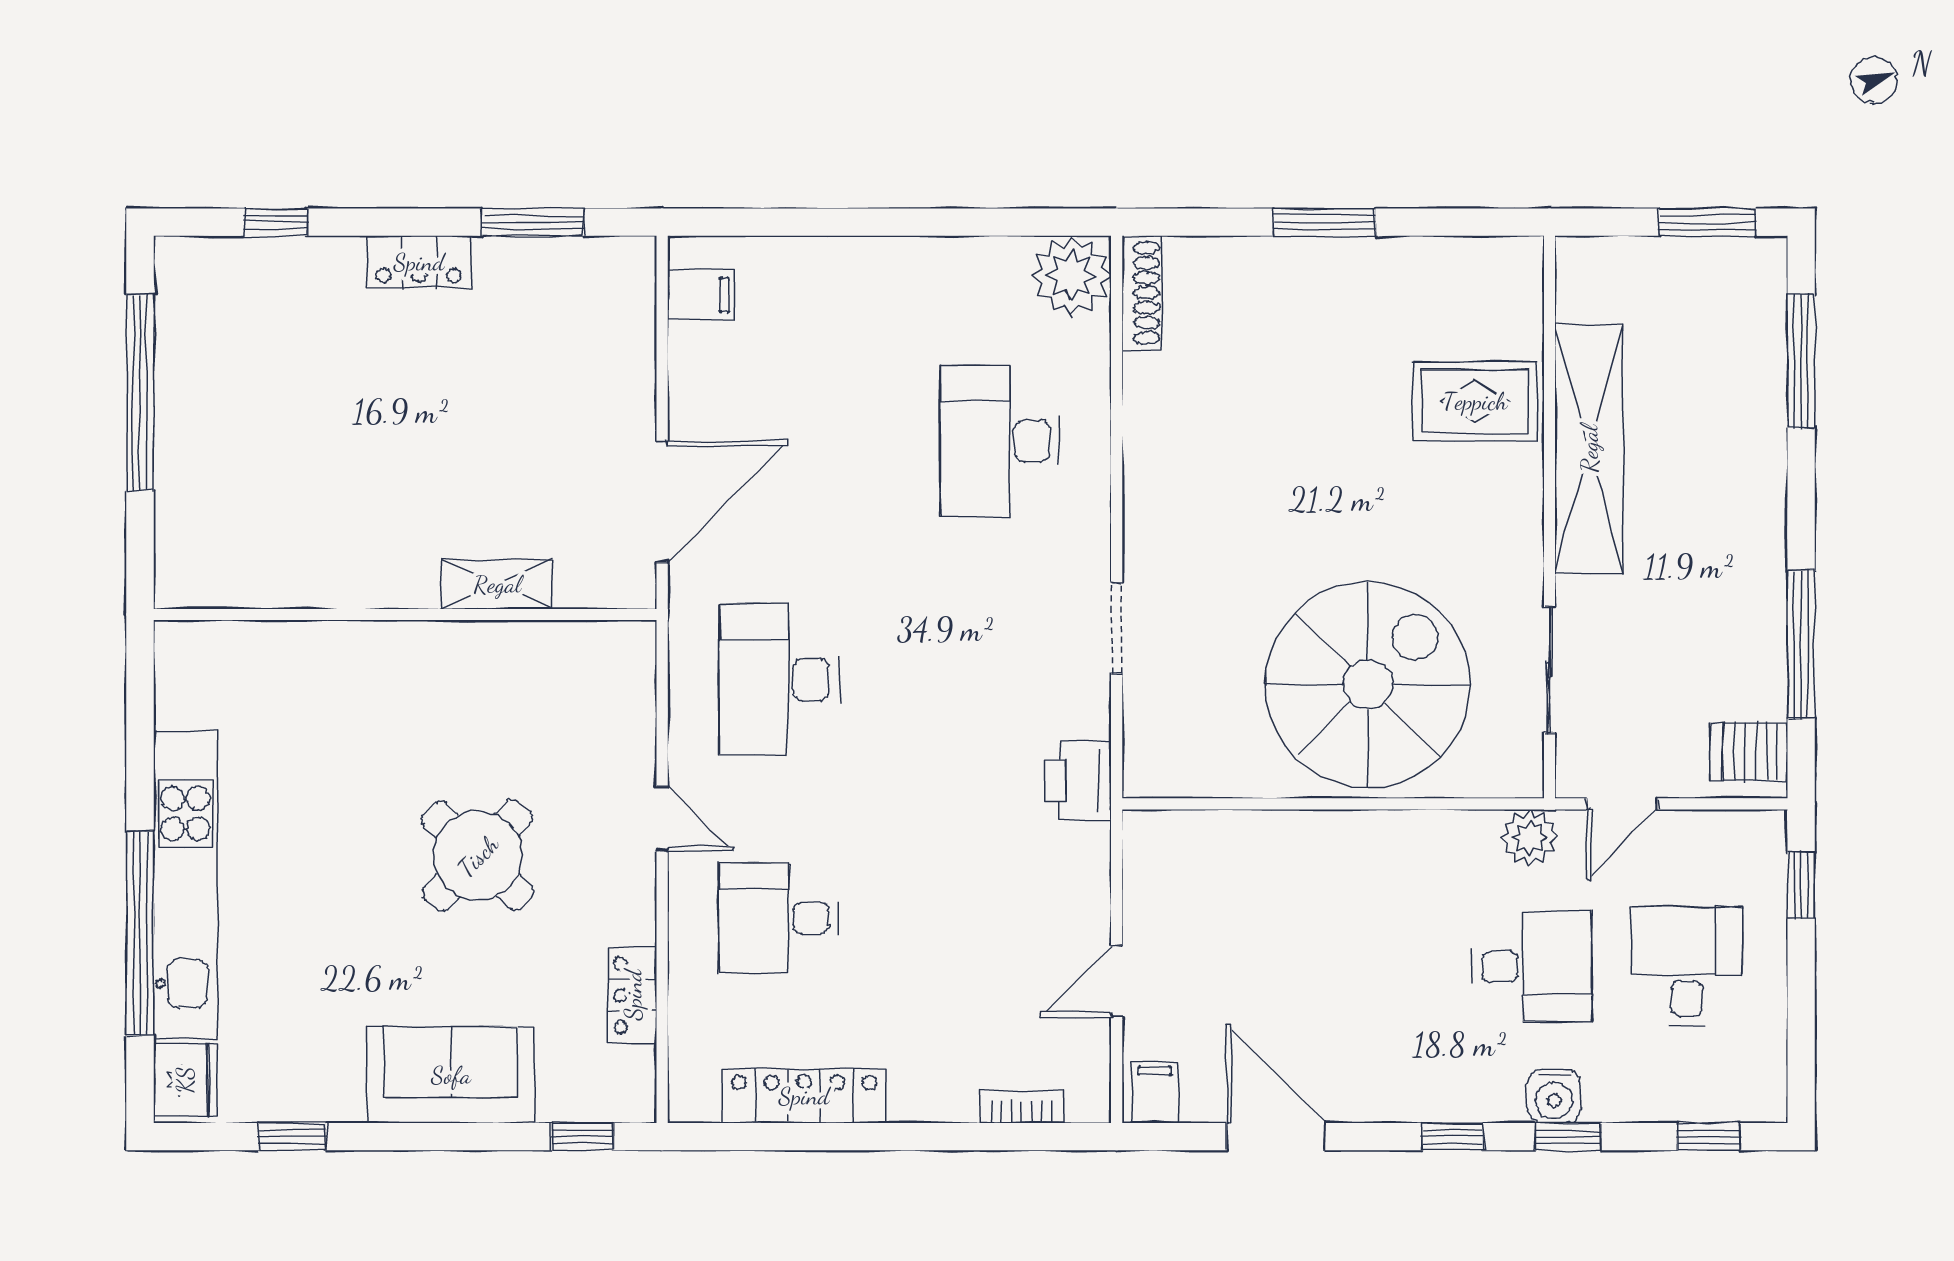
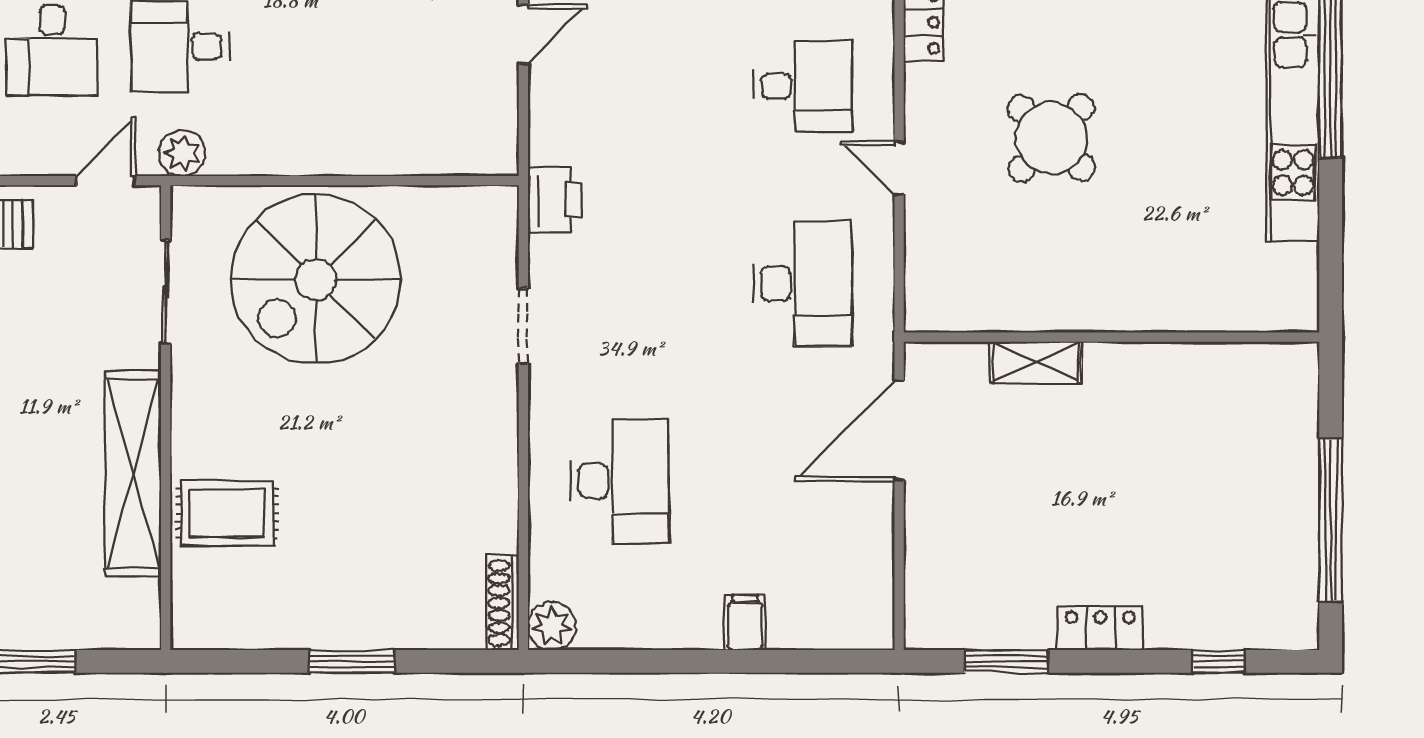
plant: (1071, 276) -> (552, 626), width x0.73, depth x0.73
filing cabinet: (701, 295) -> (745, 623), moved, turned 90

